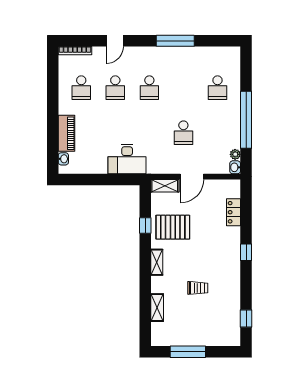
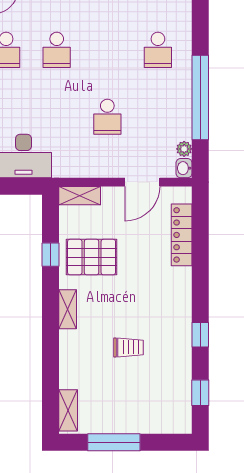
door: (192, 177) -> (142, 182), moved
locker: (234, 212) -> (182, 235), width x1.53
window: (246, 252) -> (200, 335), moved
shelving: (157, 308) -> (68, 410), moved

